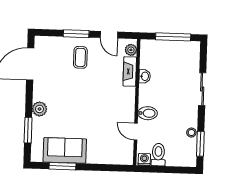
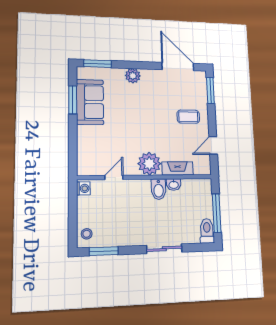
window: (76, 34) -> (210, 90), moved
plant: (131, 50) -> (149, 164), moved, width x1.87, depth x1.87
bidet: (148, 113) -> (159, 189), moved
window: (28, 130) -> (98, 64), moved
stool: (191, 133) -> (87, 234), moved
toilet: (158, 155) -> (207, 231), moved, turned -90

